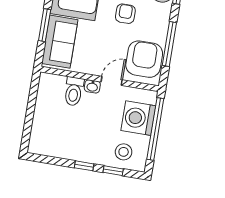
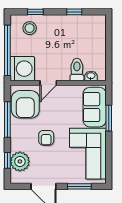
washbasin: (92, 86) -> (91, 76), moved
washing machine: (138, 118) -> (22, 69), moved
window: (84, 166) -> (74, 12), moved

